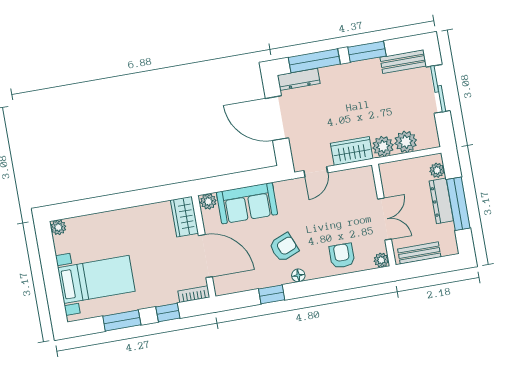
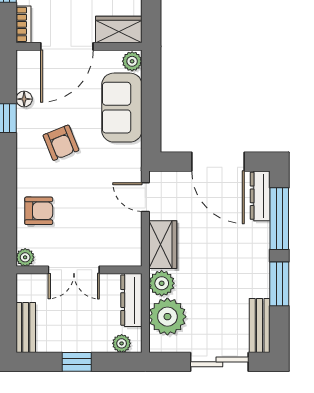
door: (277, 118) -> (218, 162), swing flipped
plant: (406, 142) -> (167, 317), width x1.36, depth x1.36
dresser: (441, 201) -> (131, 300), moved, turned -90
window: (458, 204) -> (77, 362), width x0.46
bench: (419, 253) -> (26, 327), moved
floor lamp: (298, 275) -> (24, 99), moved

